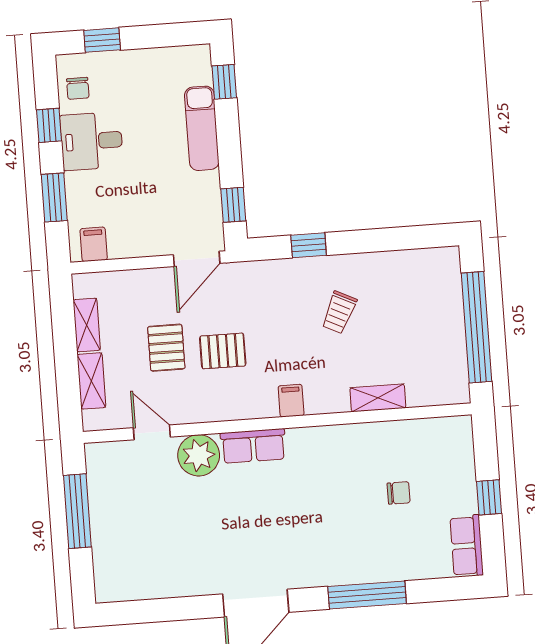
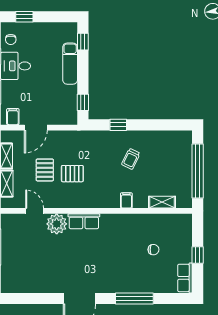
door: (197, 259) -> (36, 128), moved
shelving: (378, 398) -> (162, 202), moved
filing cabinet: (291, 401) -> (126, 200), moved

